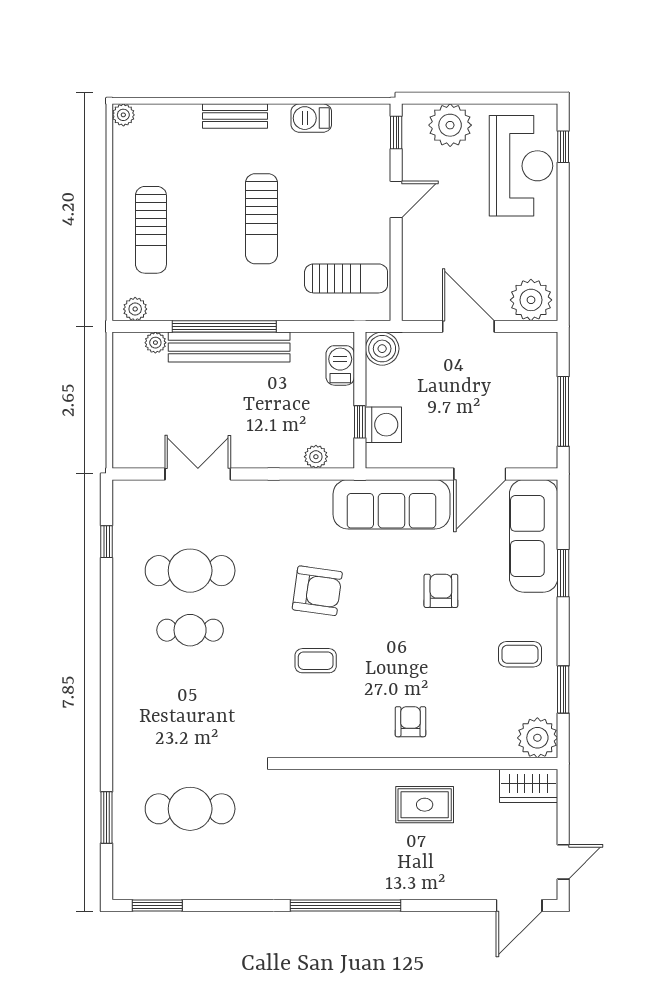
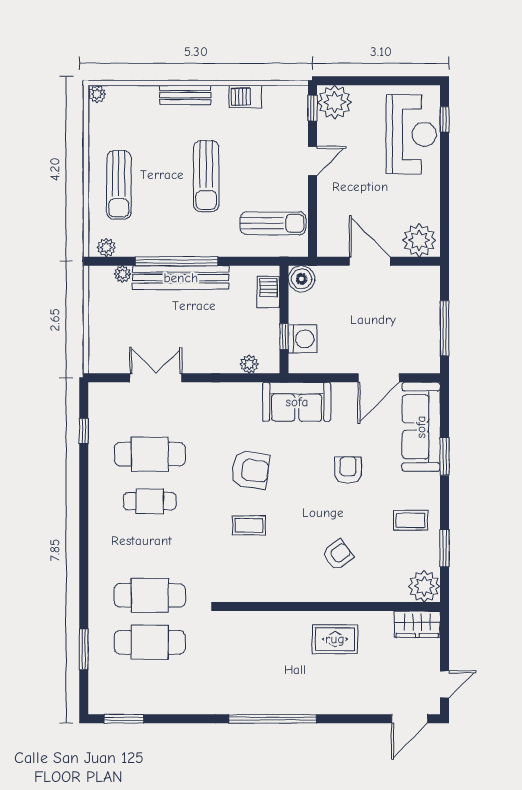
plant: (450, 125) -> (335, 102), moved
sofa: (391, 504) -> (297, 402), width x0.73
armchair: (410, 722) -> (338, 555), moved, turned 54
cafe table: (190, 749) -> (150, 595), added

